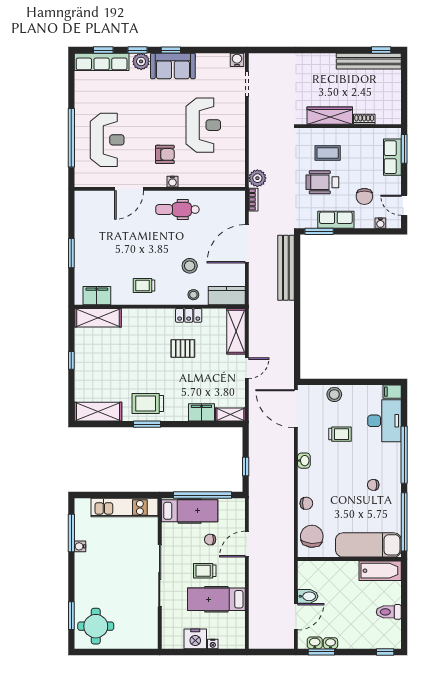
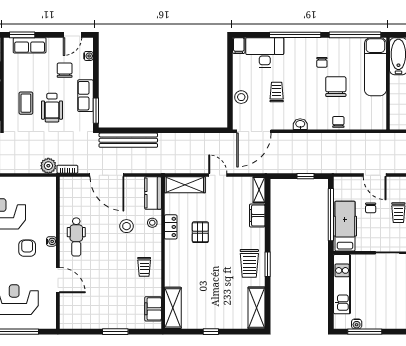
chair: (364, 196) -> (65, 70), turned -90
chair: (312, 536) -> (336, 87), moved, turned 85
water cooler: (80, 546) -> (357, 324), moved

